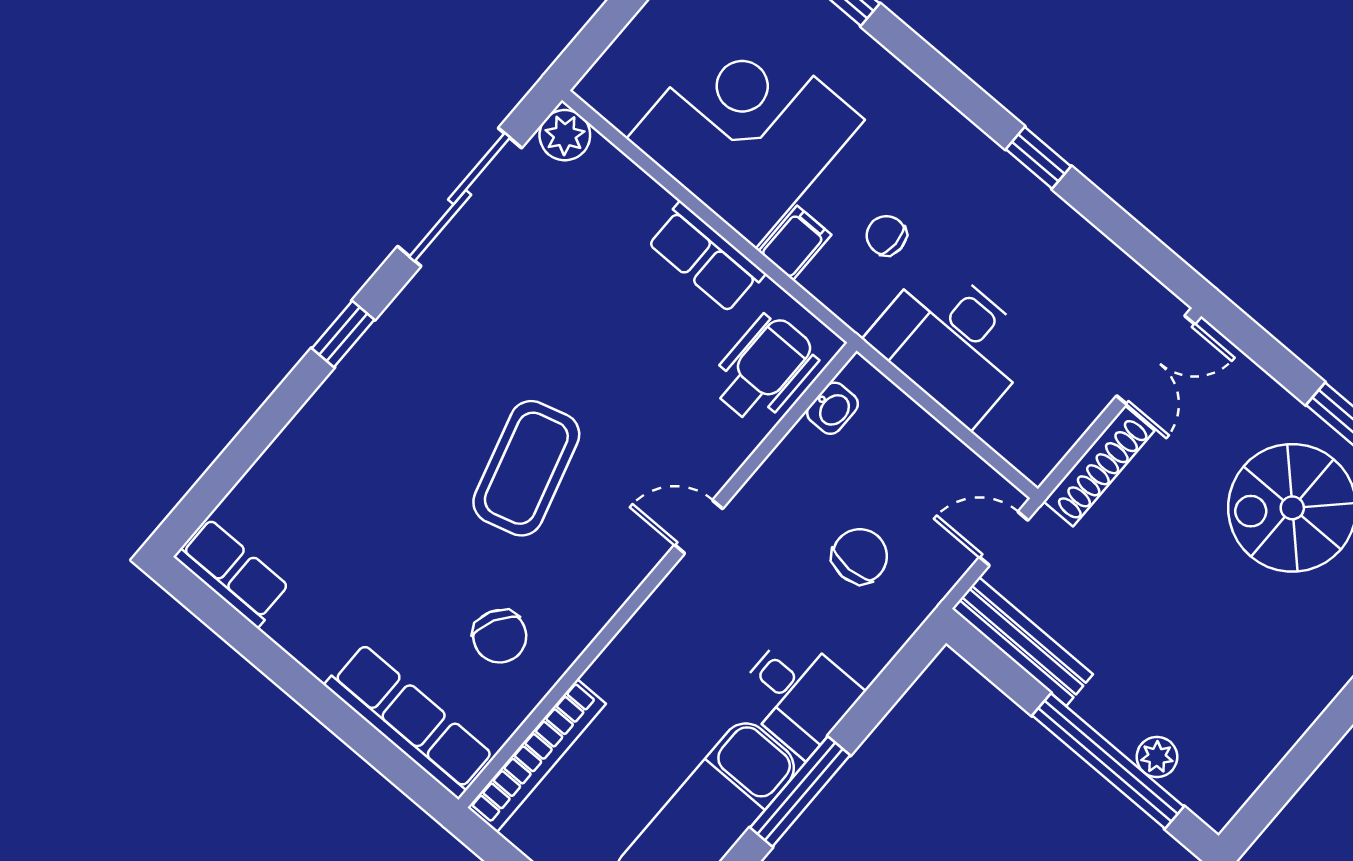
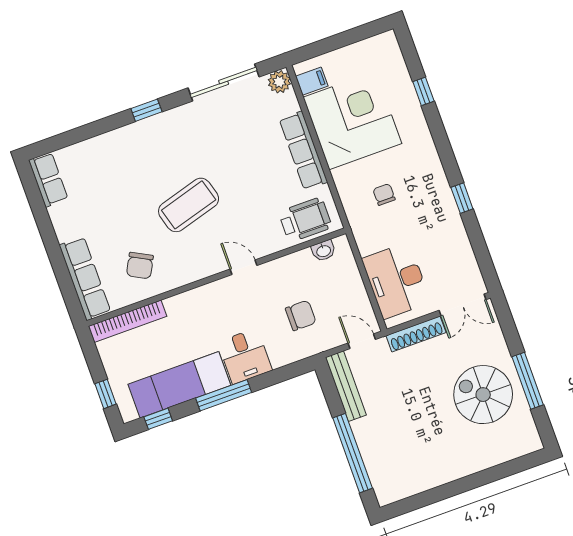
filing cabinet: (795, 243) -> (312, 81), moved
row of seats: (706, 257) -> (303, 151), width x1.48
desk: (953, 343) -> (396, 281), moved
plant: (1157, 757) -> (373, 463), removed

